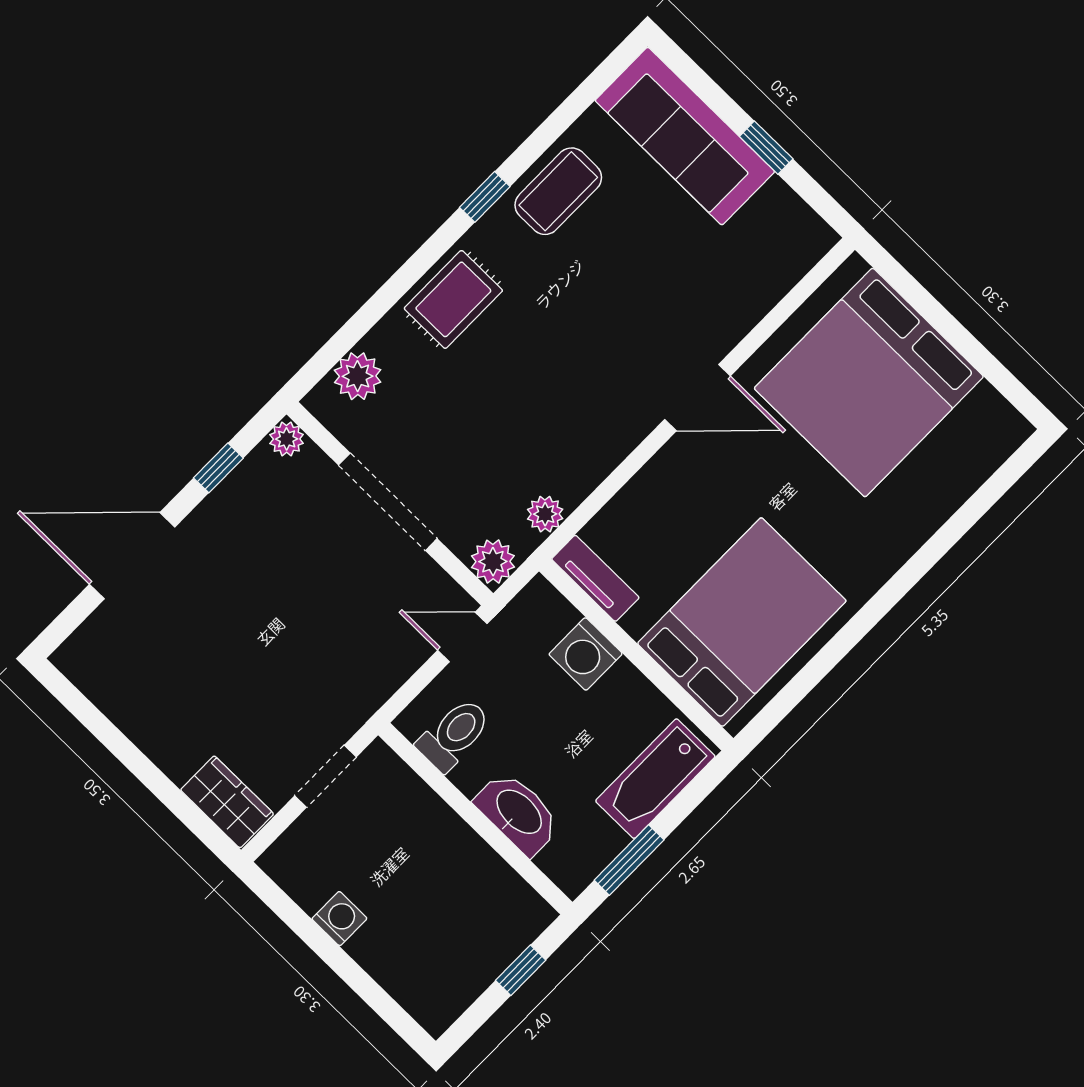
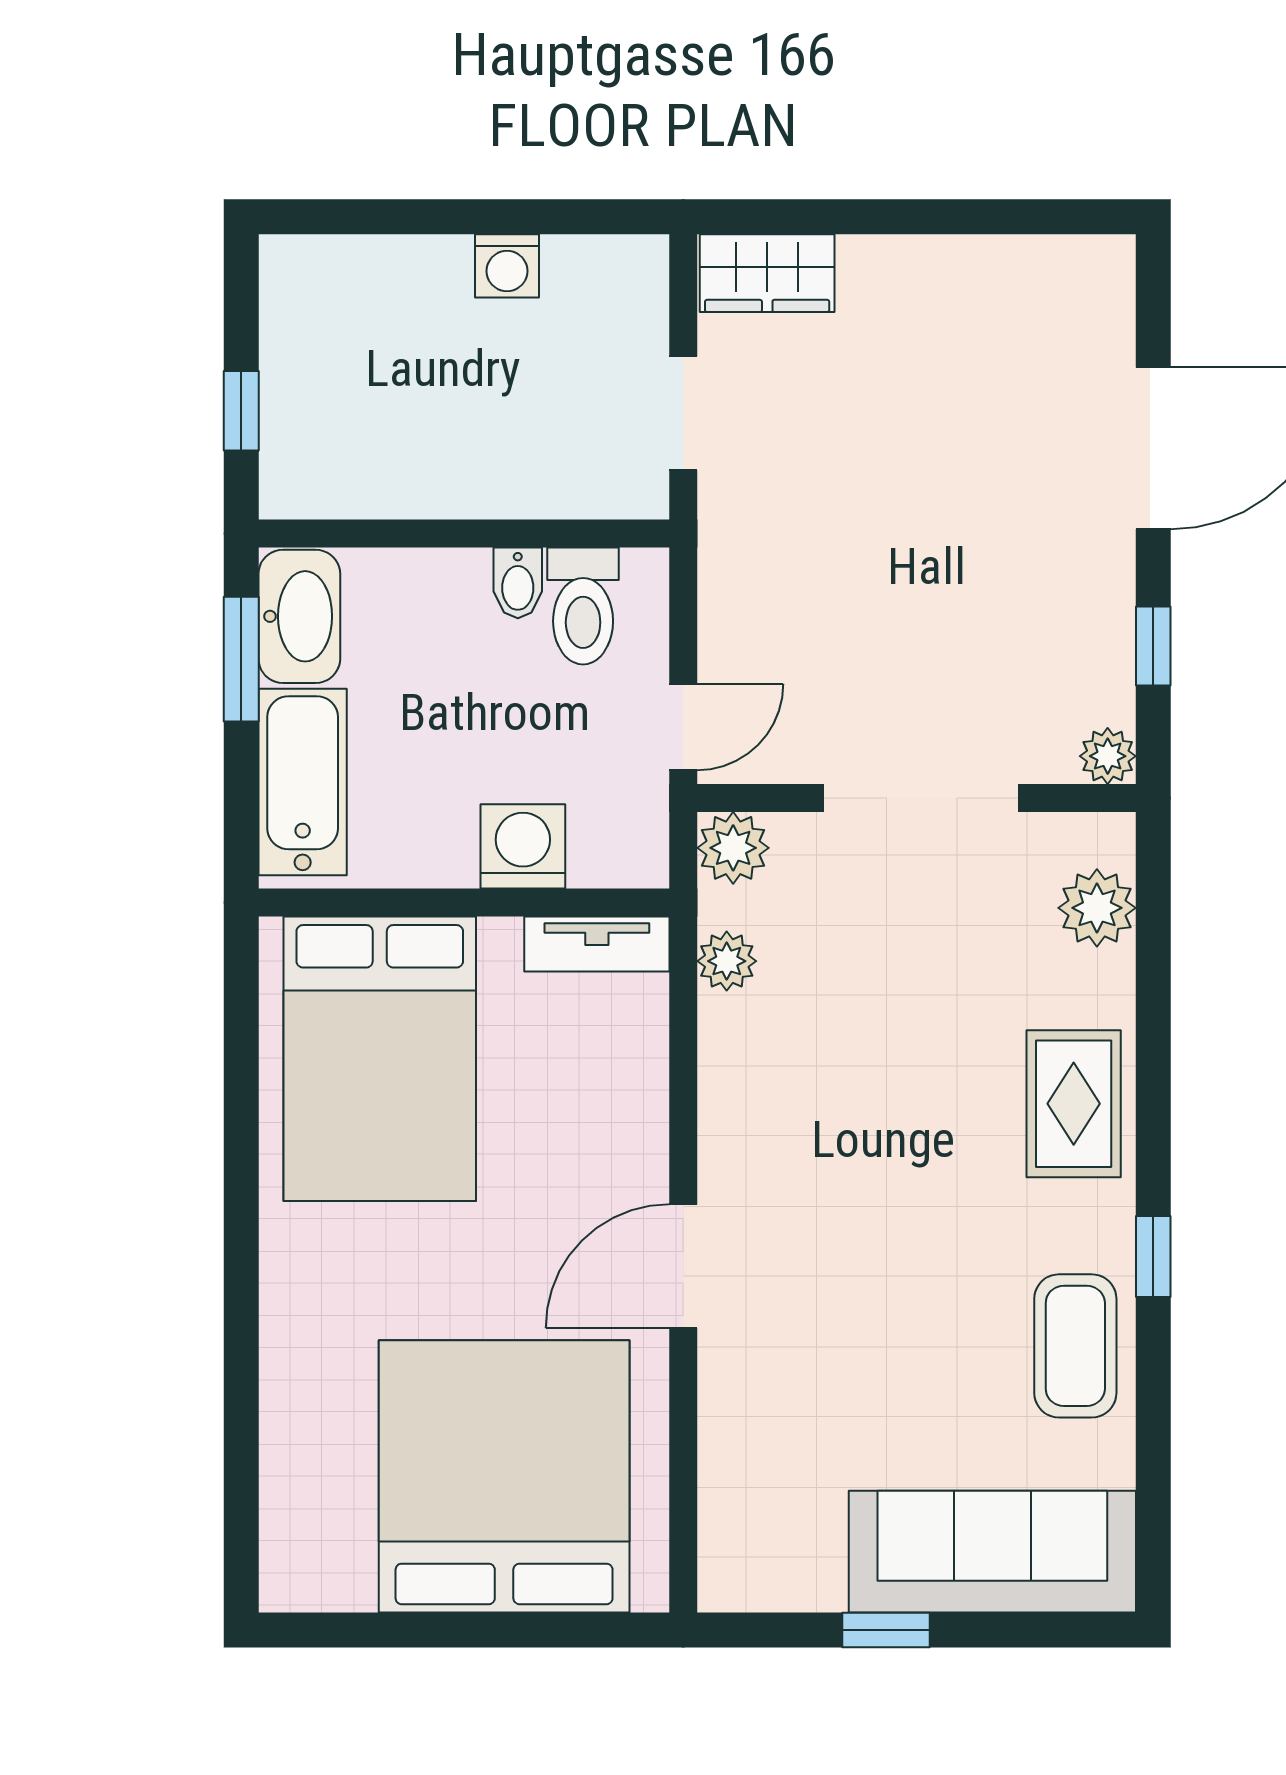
bidet: (473, 773) -> (518, 583), added
washbasin: (518, 813) -> (299, 616), moved, turned -90

